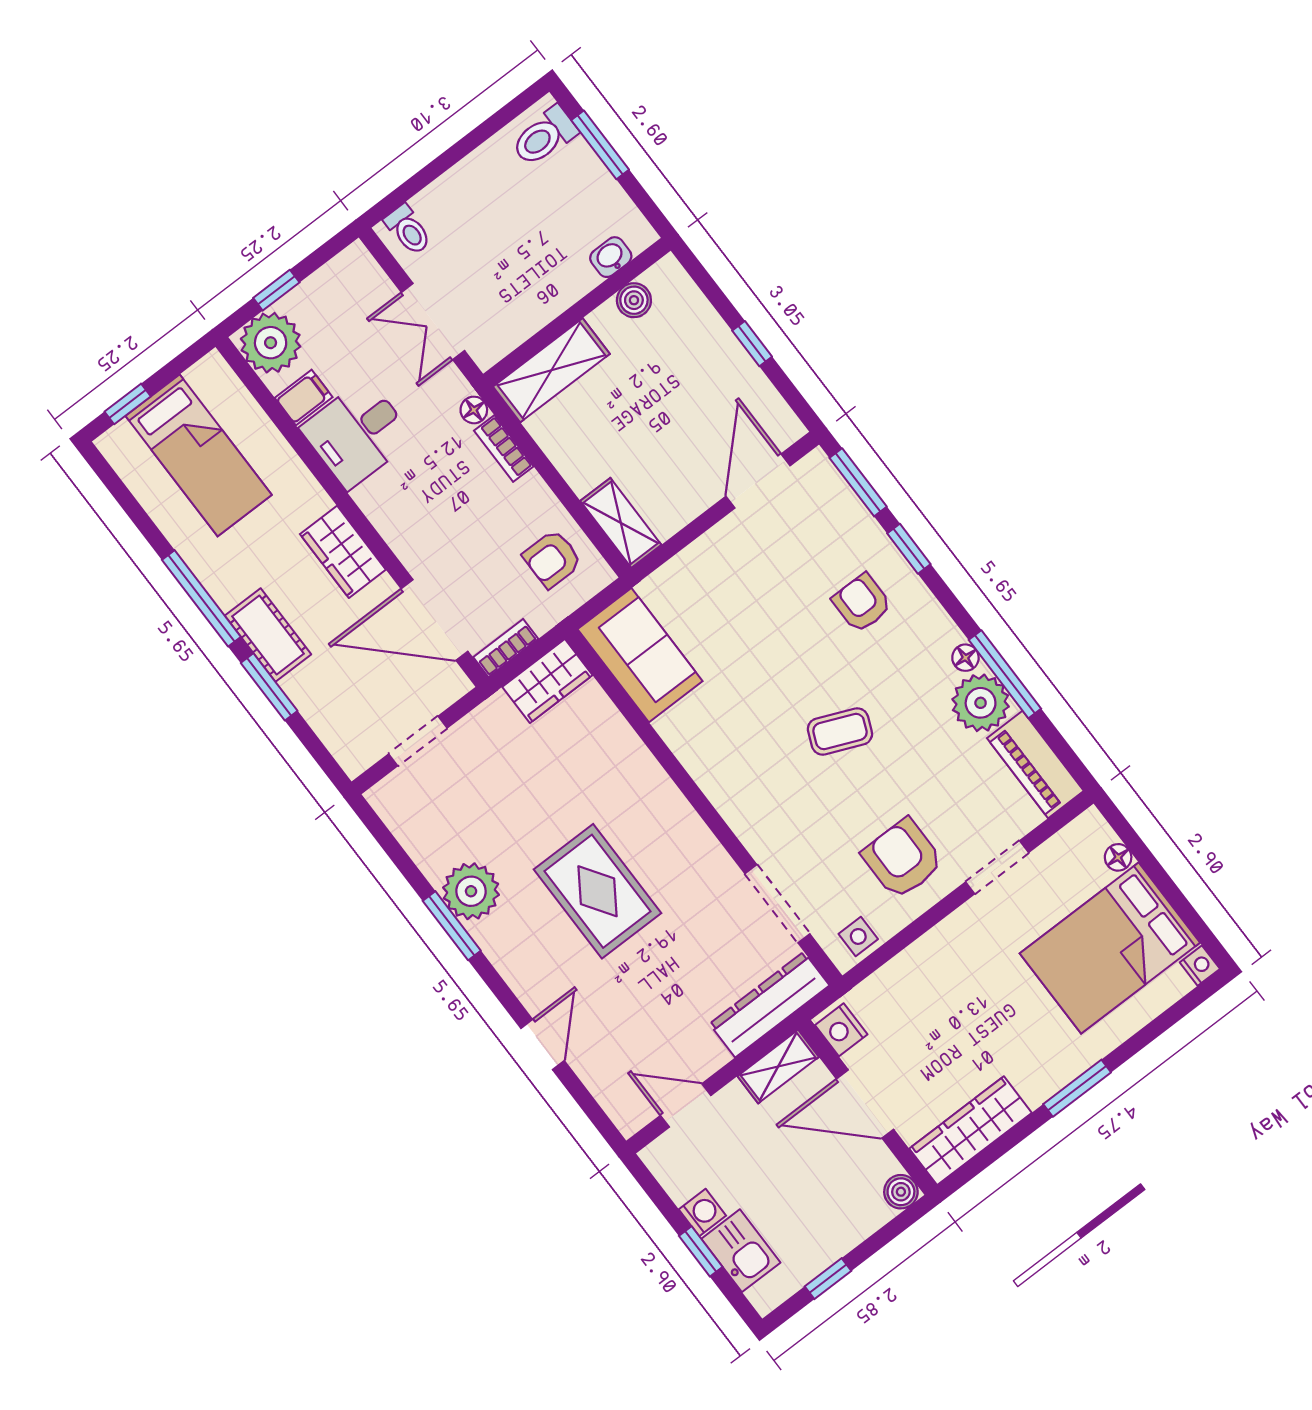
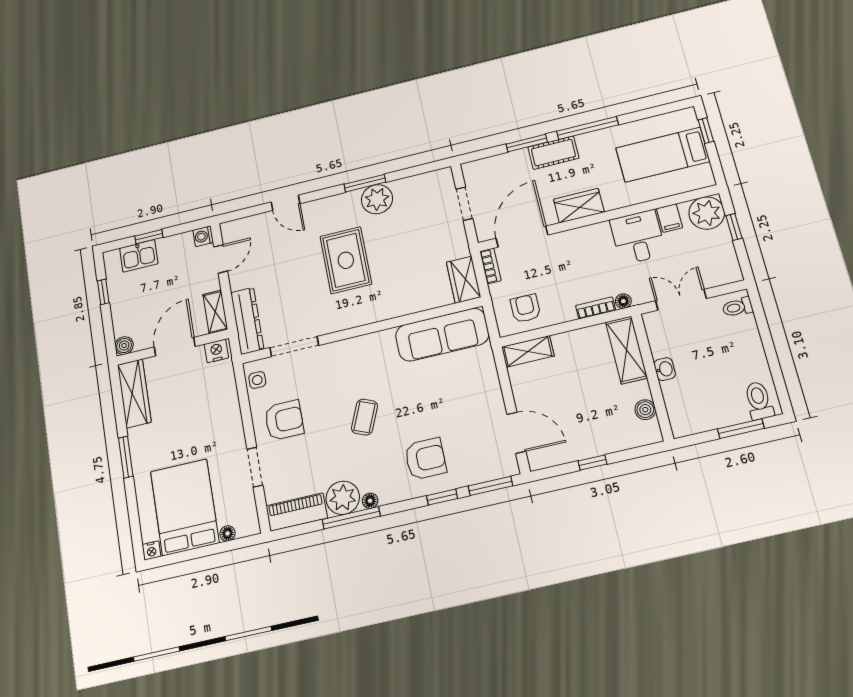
washbasin: (611, 257) -> (665, 369), moved
armchair: (862, 603) -> (425, 459), width x1.38, depth x1.38
sofa: (640, 655) -> (442, 335), width x1.36
rug: (598, 891) -> (346, 260), turned 90
washing machine: (702, 1212) -> (203, 236), moved, turned 90

